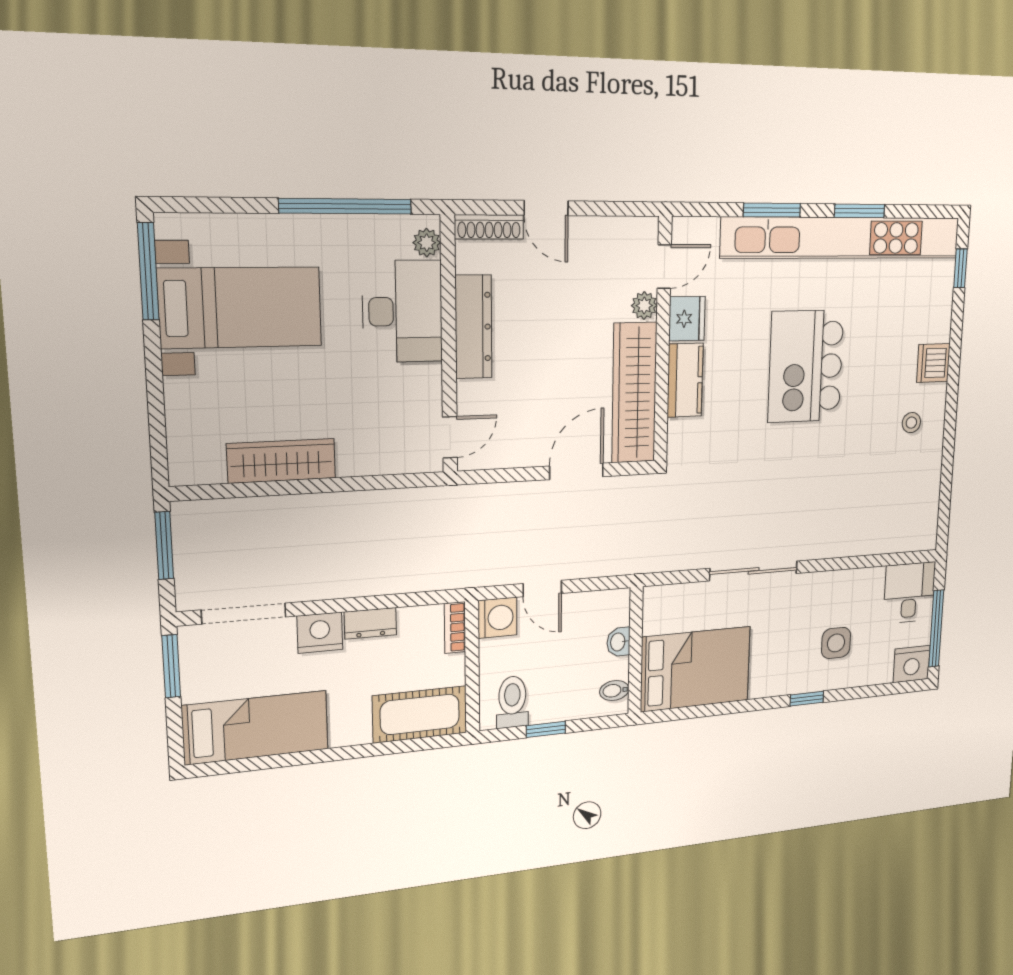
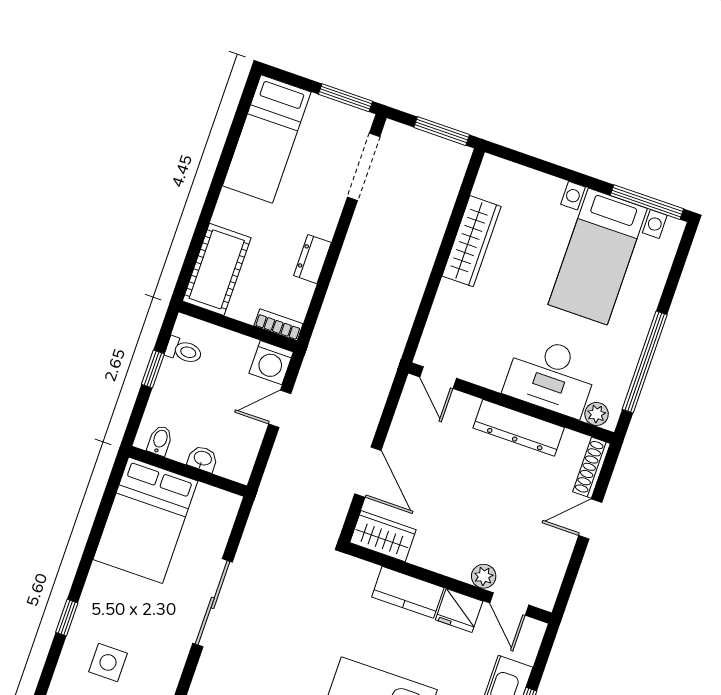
wardrobe: (634, 393) -> (383, 536), width x0.48, depth x0.85
nightstand: (320, 633) -> (322, 217), removed
toilet: (512, 702) -> (184, 351), width x0.73, depth x0.72

